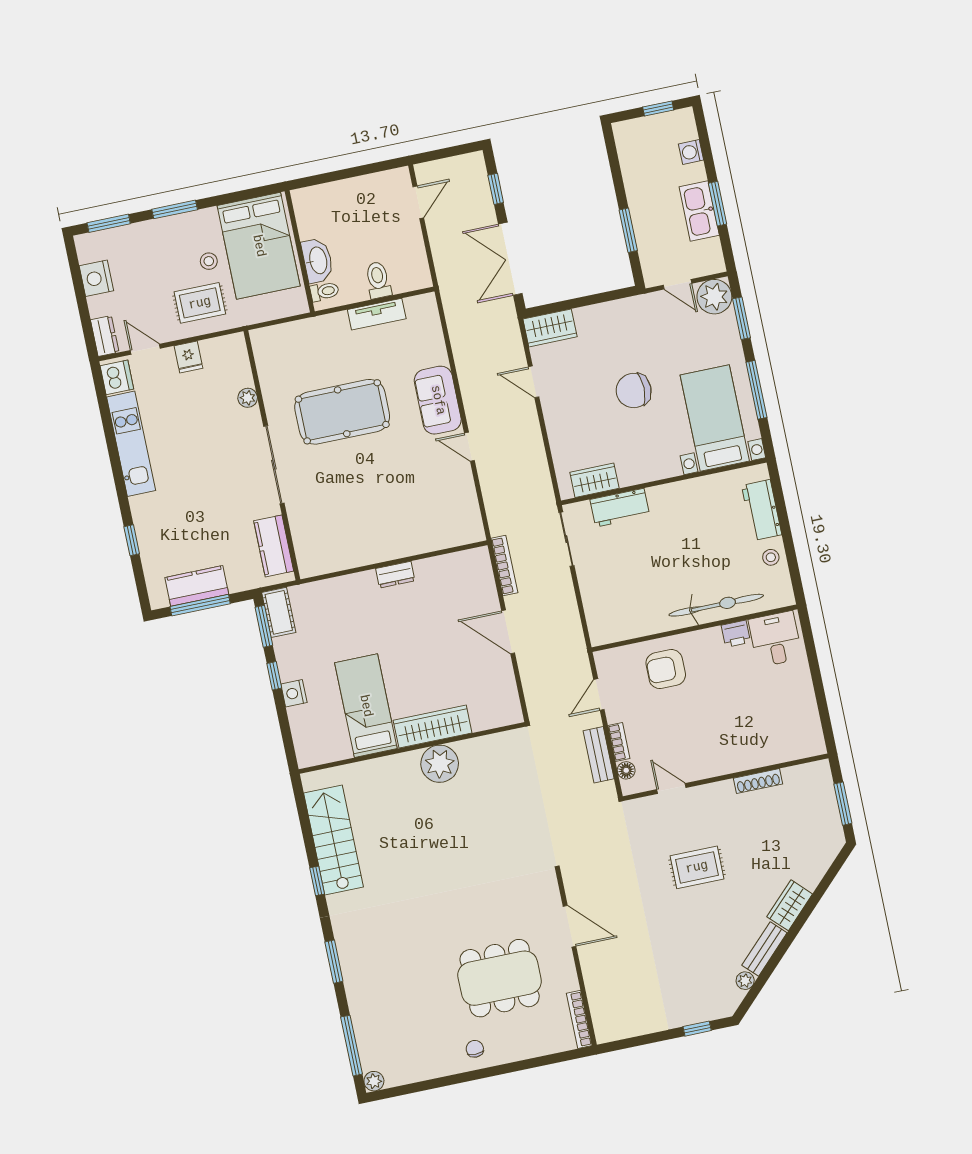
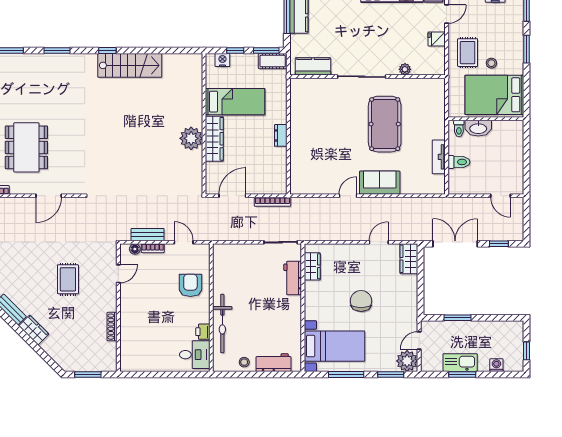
bed: (366, 706) -> (235, 102), moved
wardrobe: (433, 727) -> (214, 139), moved
wall: (412, 748) -> (204, 124), moved
plant: (440, 764) -> (191, 138), moved

